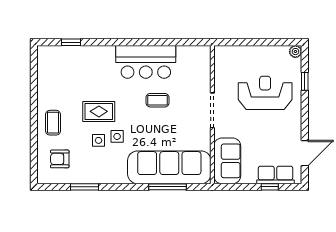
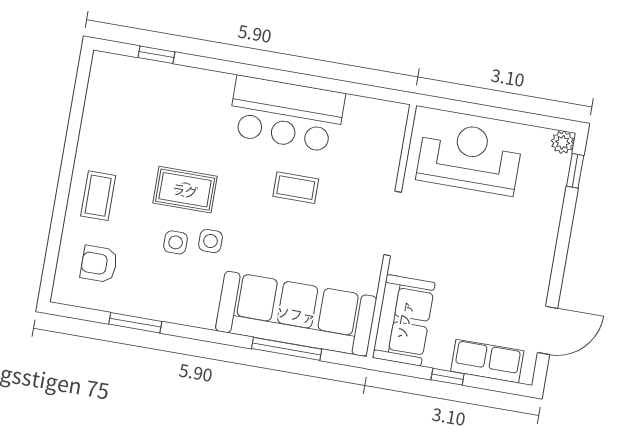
window: (305, 81) -> (575, 171), moved
reception desk: (265, 93) -> (470, 158), moved
window: (270, 187) -> (448, 377), moved

